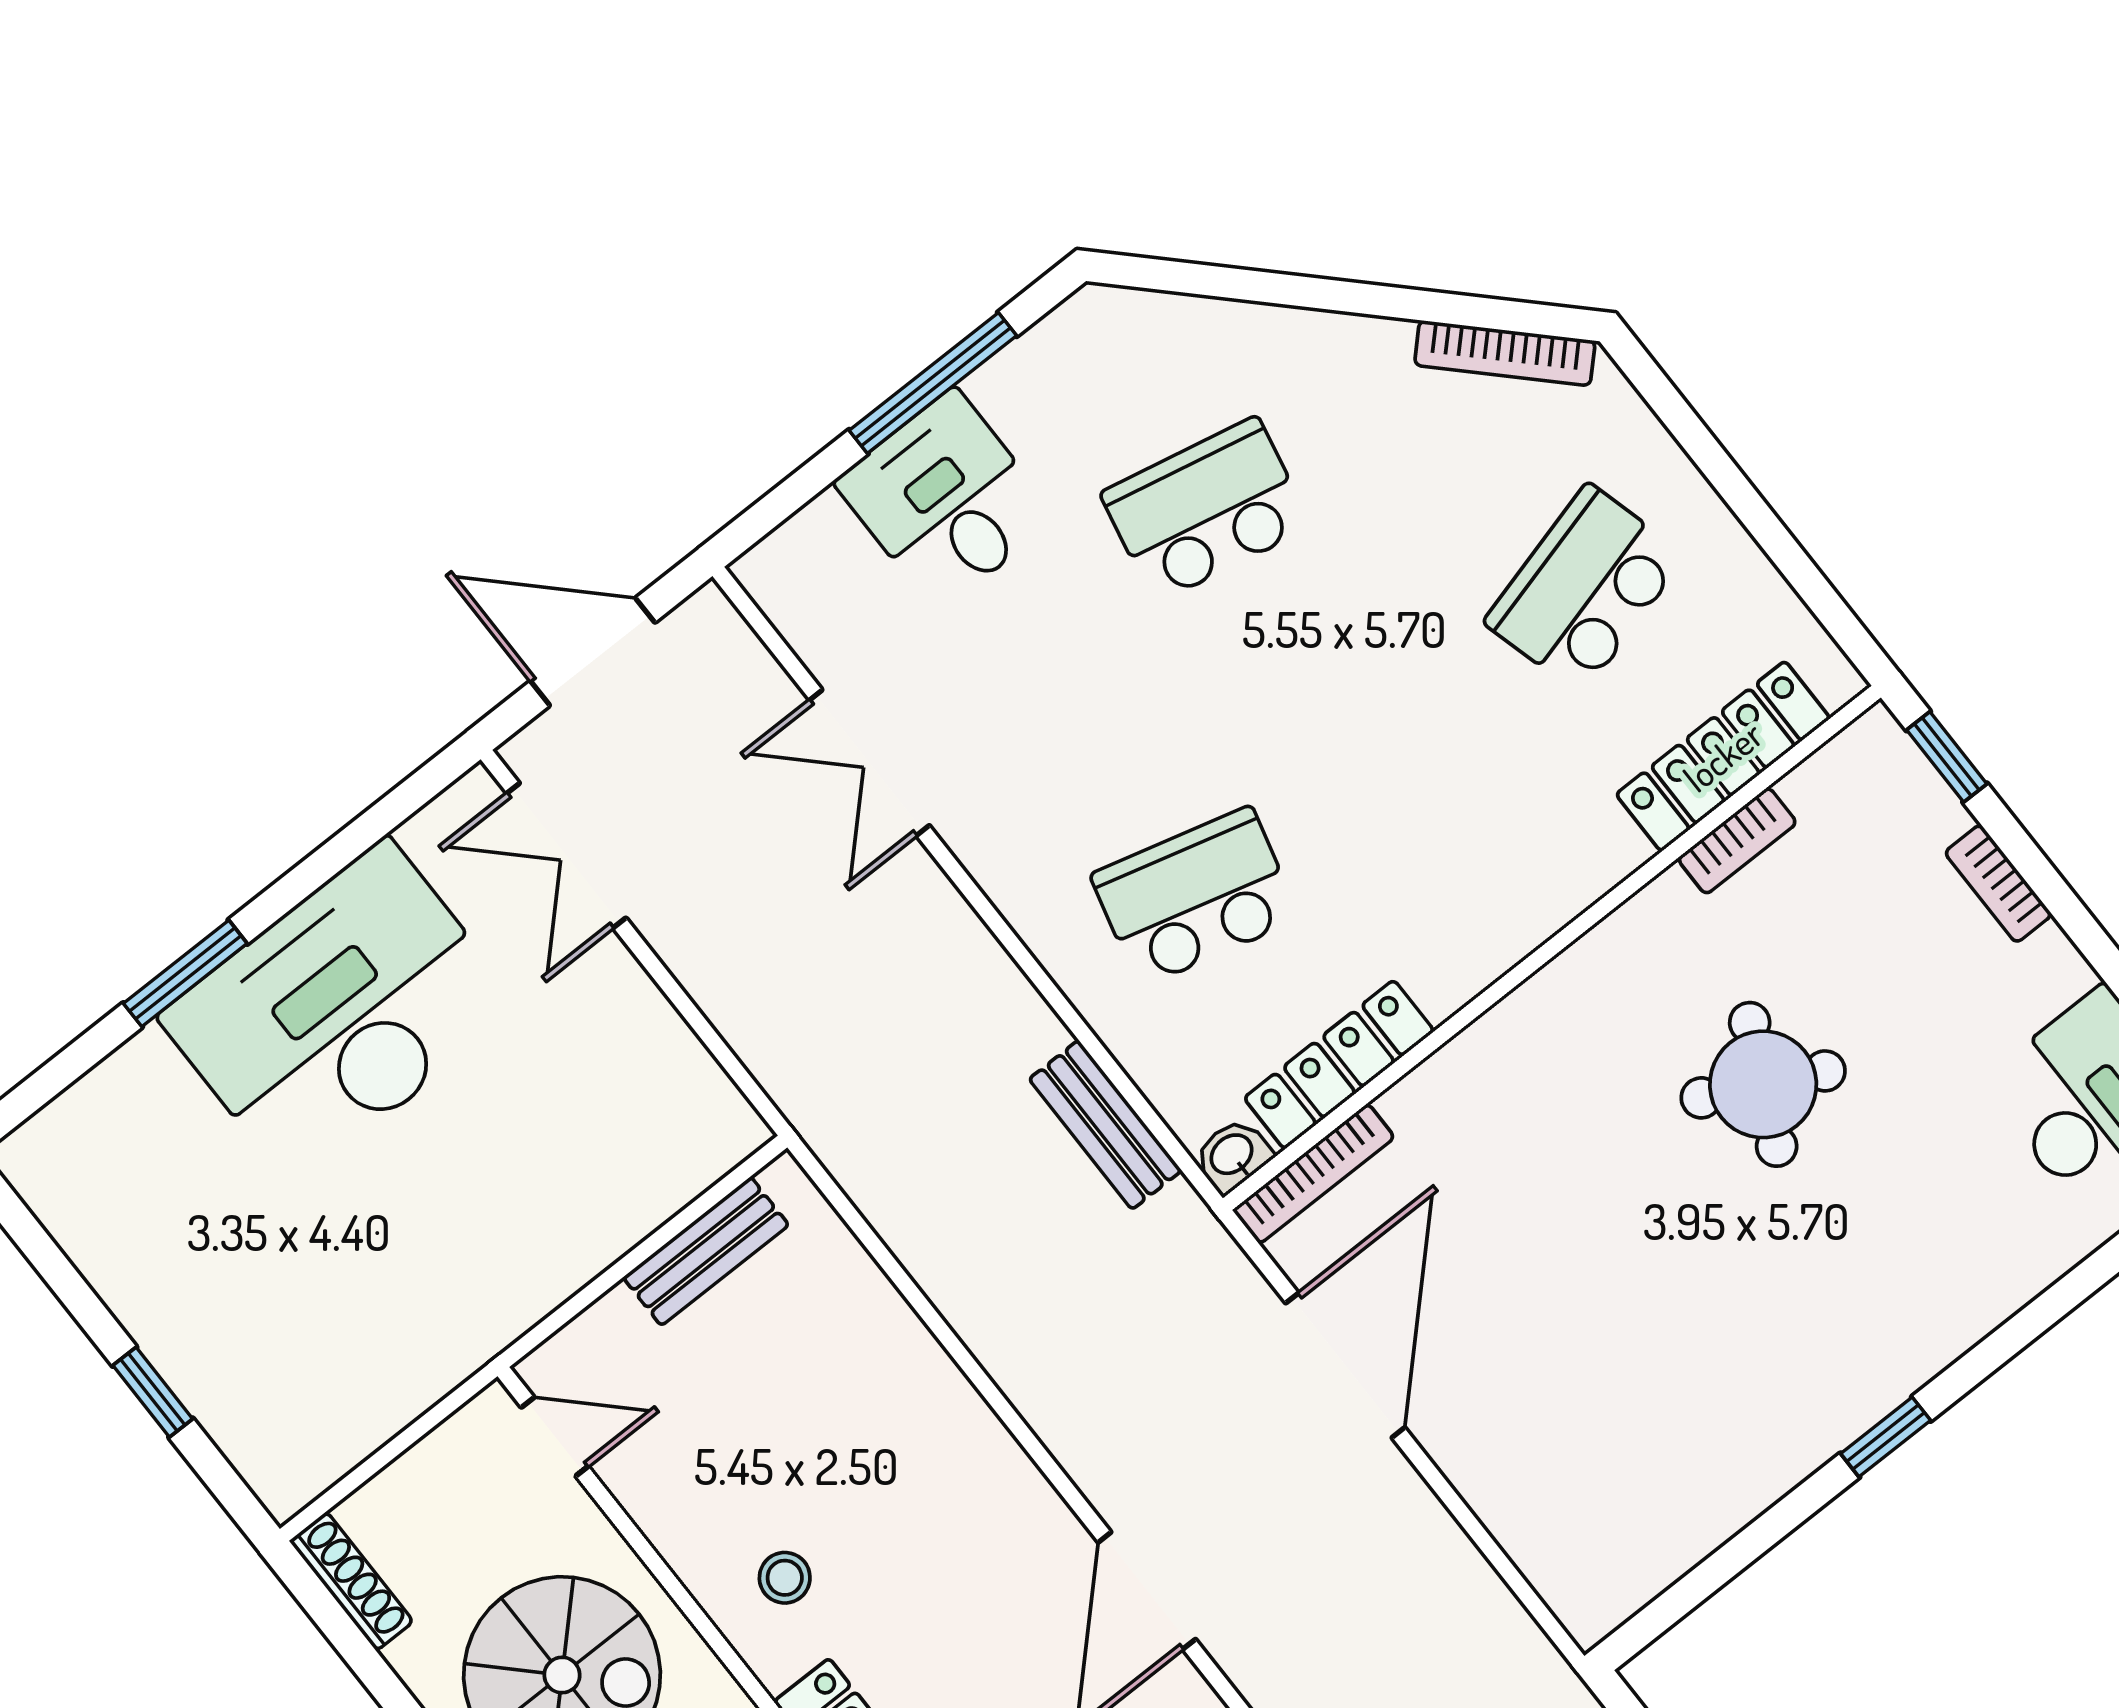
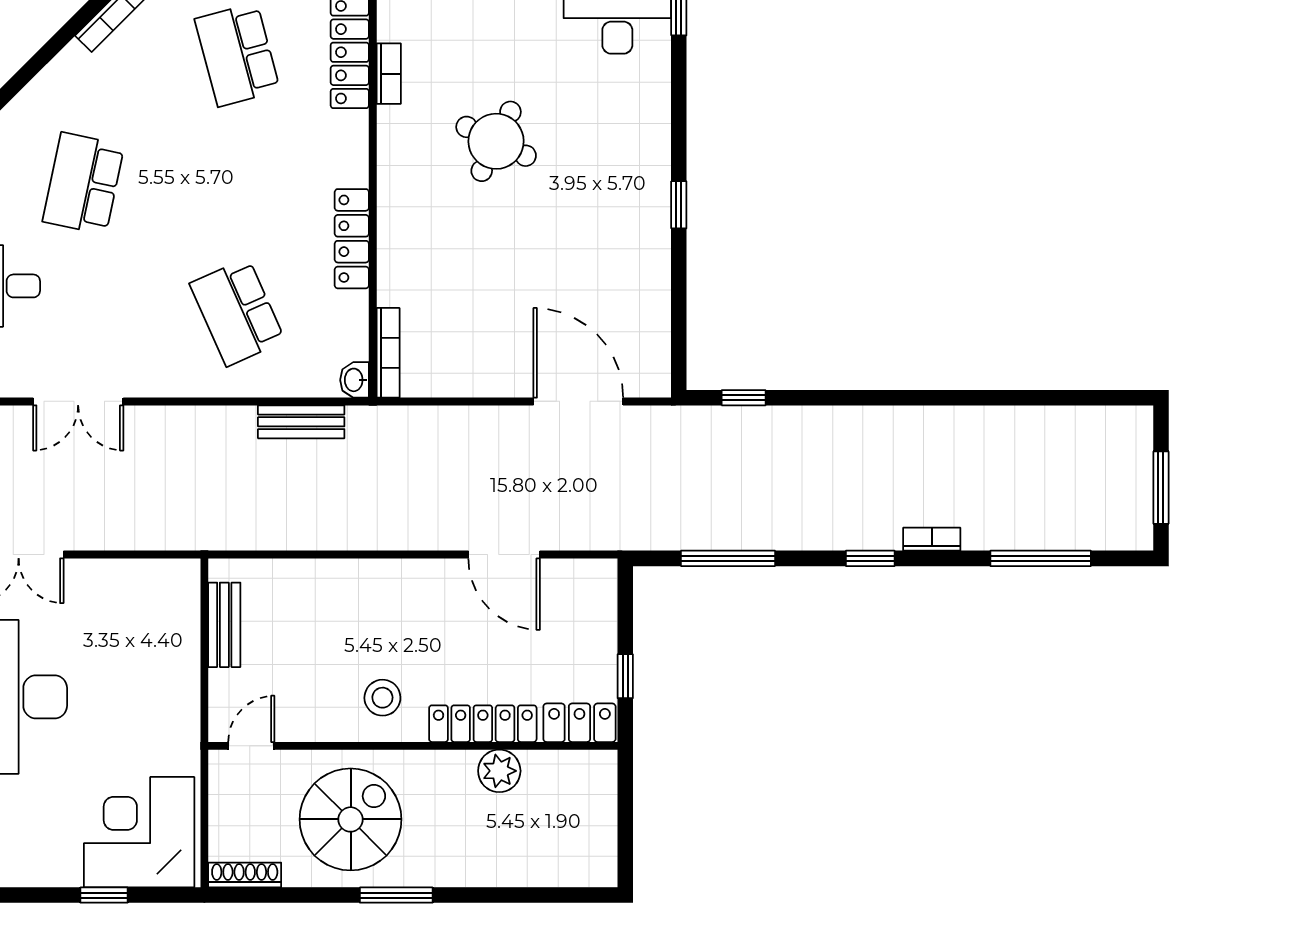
school desk: (1195, 897) -> (237, 312), turned -39
locker: (1339, 1064) -> (352, 239), moved
door: (1345, 1365) -> (578, 401), moved
corner desk: (290, 1370) -> (139, 832), added
stool: (785, 1578) -> (382, 698), width x1.37, depth x1.37

